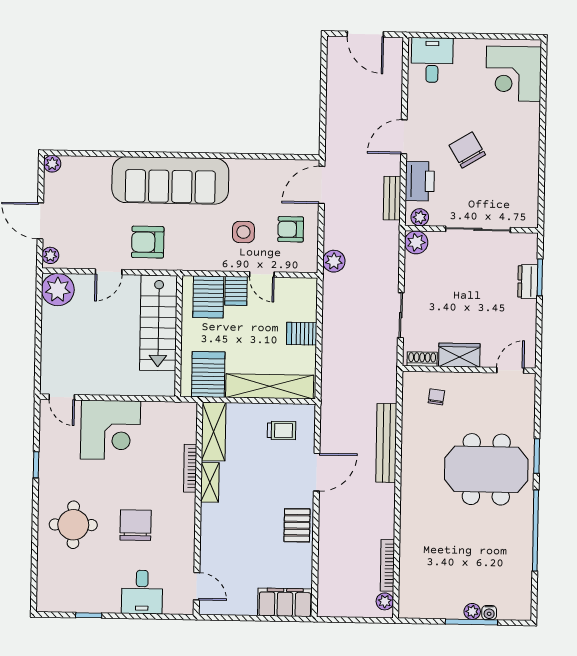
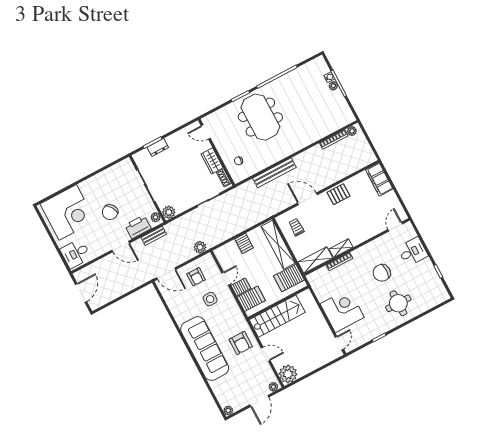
corner desk: (514, 74) -> (68, 212), width x1.36, depth x1.36

